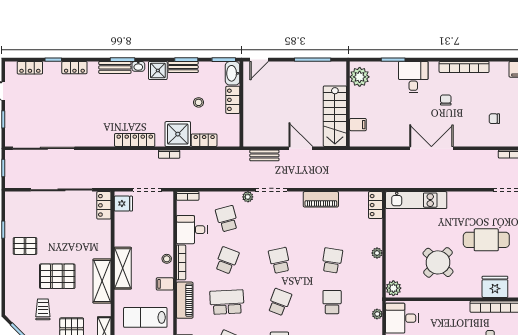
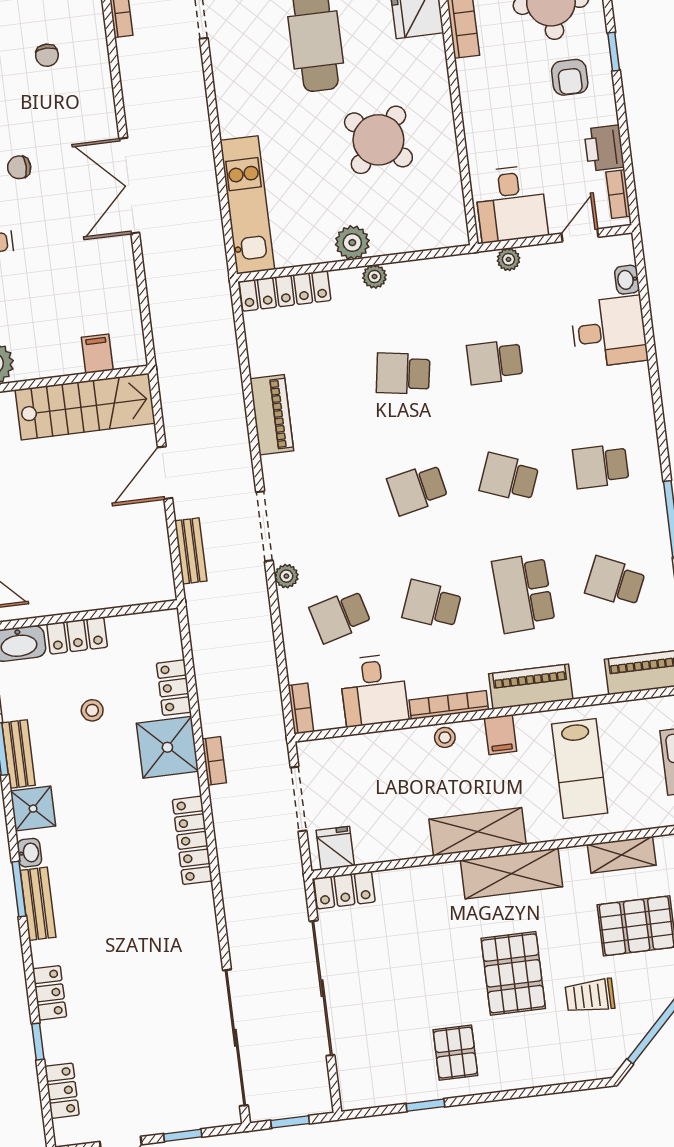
locker: (376, 205) -> (285, 291), width x1.53
plant: (393, 288) -> (352, 243), moved

